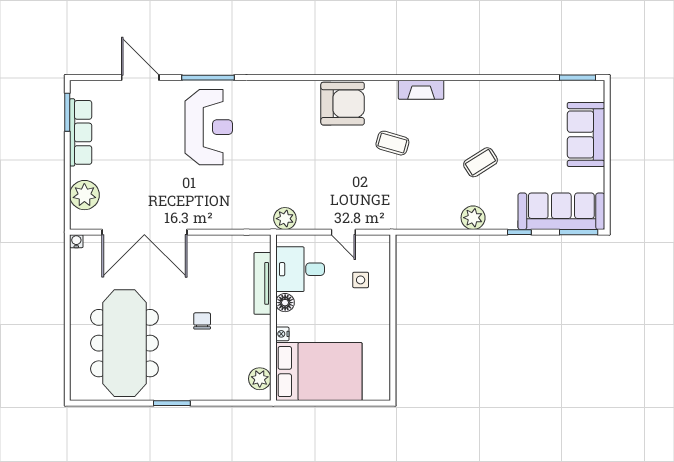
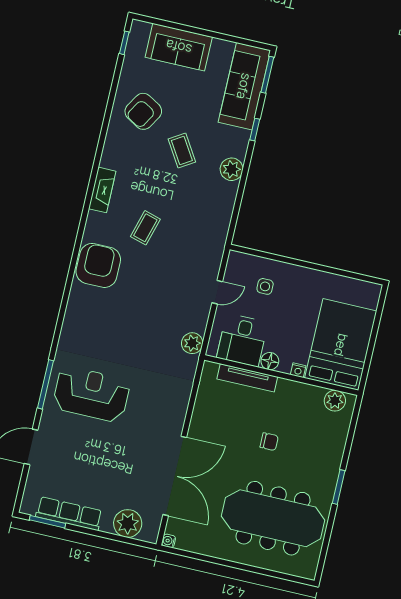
window: (577, 78) -> (124, 43), width x0.67
armchair: (512, 113) -> (143, 111), added
chair: (202, 321) -> (269, 442), turned 180

